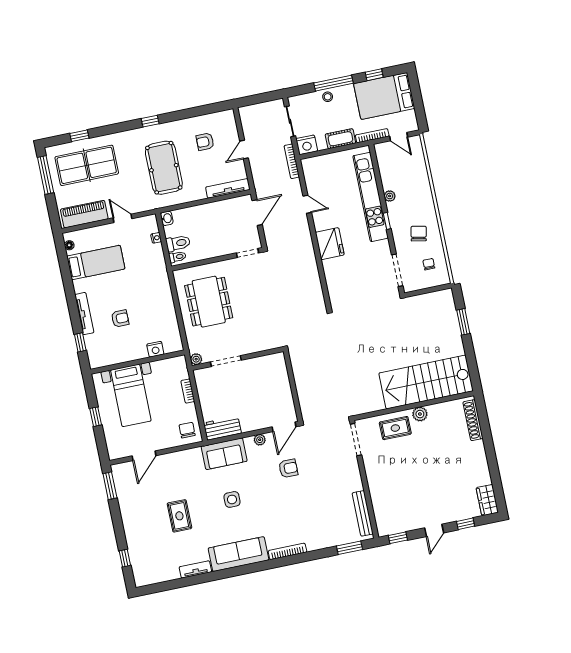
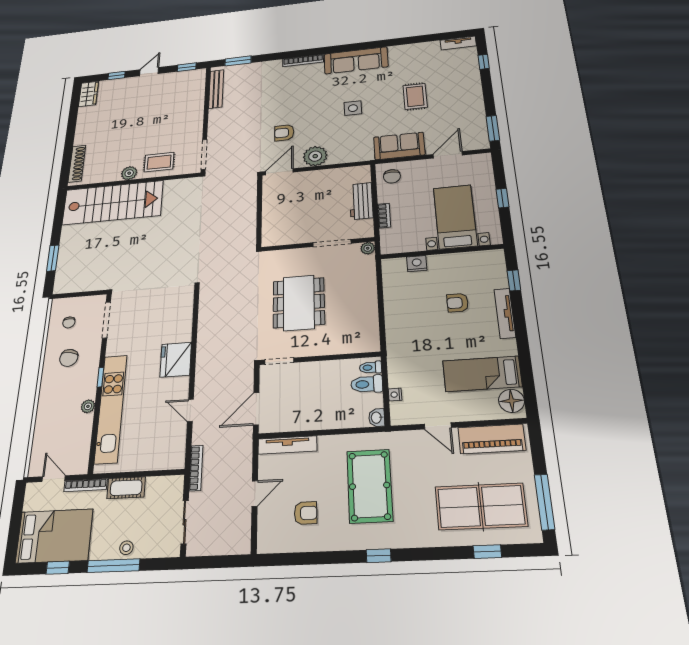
nightstand: (307, 145) -> (171, 487), removed
floor lamp: (69, 245) -> (512, 401), width x1.89, depth x1.89
dining table: (209, 302) -> (299, 303), moved
workbench: (222, 428) -> (361, 201), moved, turned 90
plant: (260, 440) -> (315, 156), width x1.88, depth x1.88
sofa: (224, 454) -> (399, 146), moved
tv unit: (195, 569) -> (458, 43), moved

